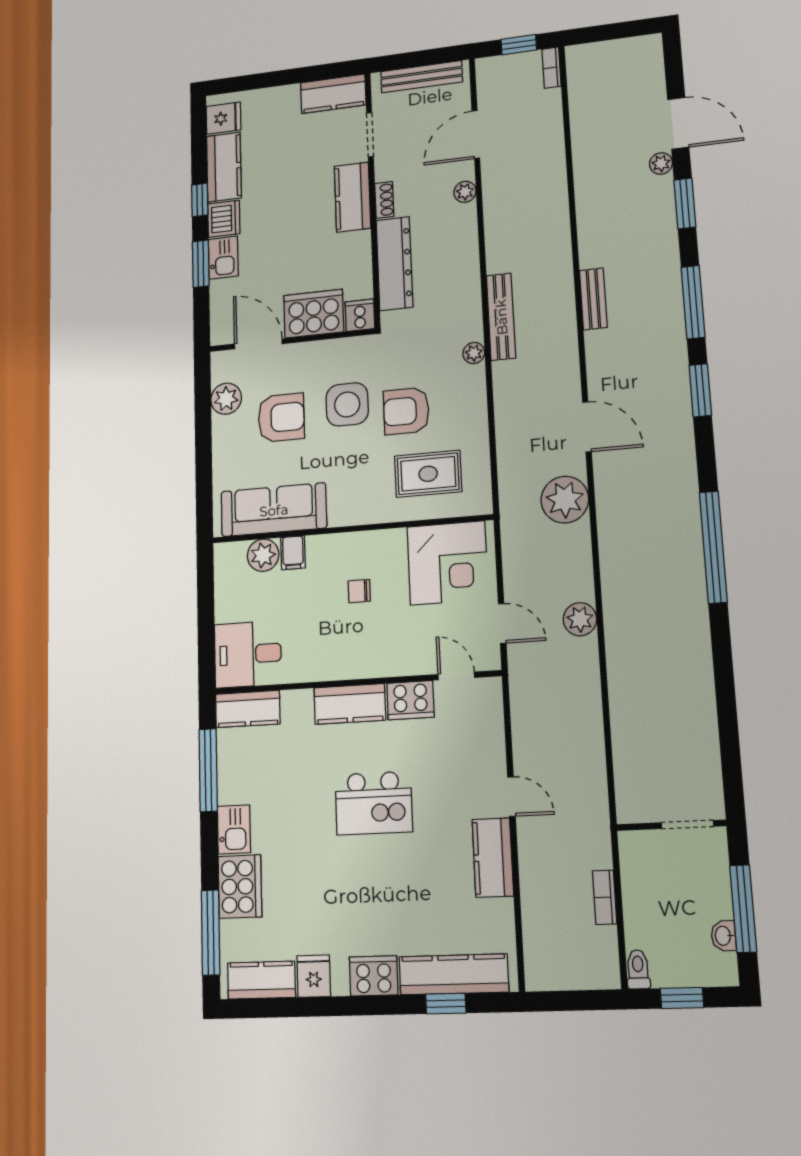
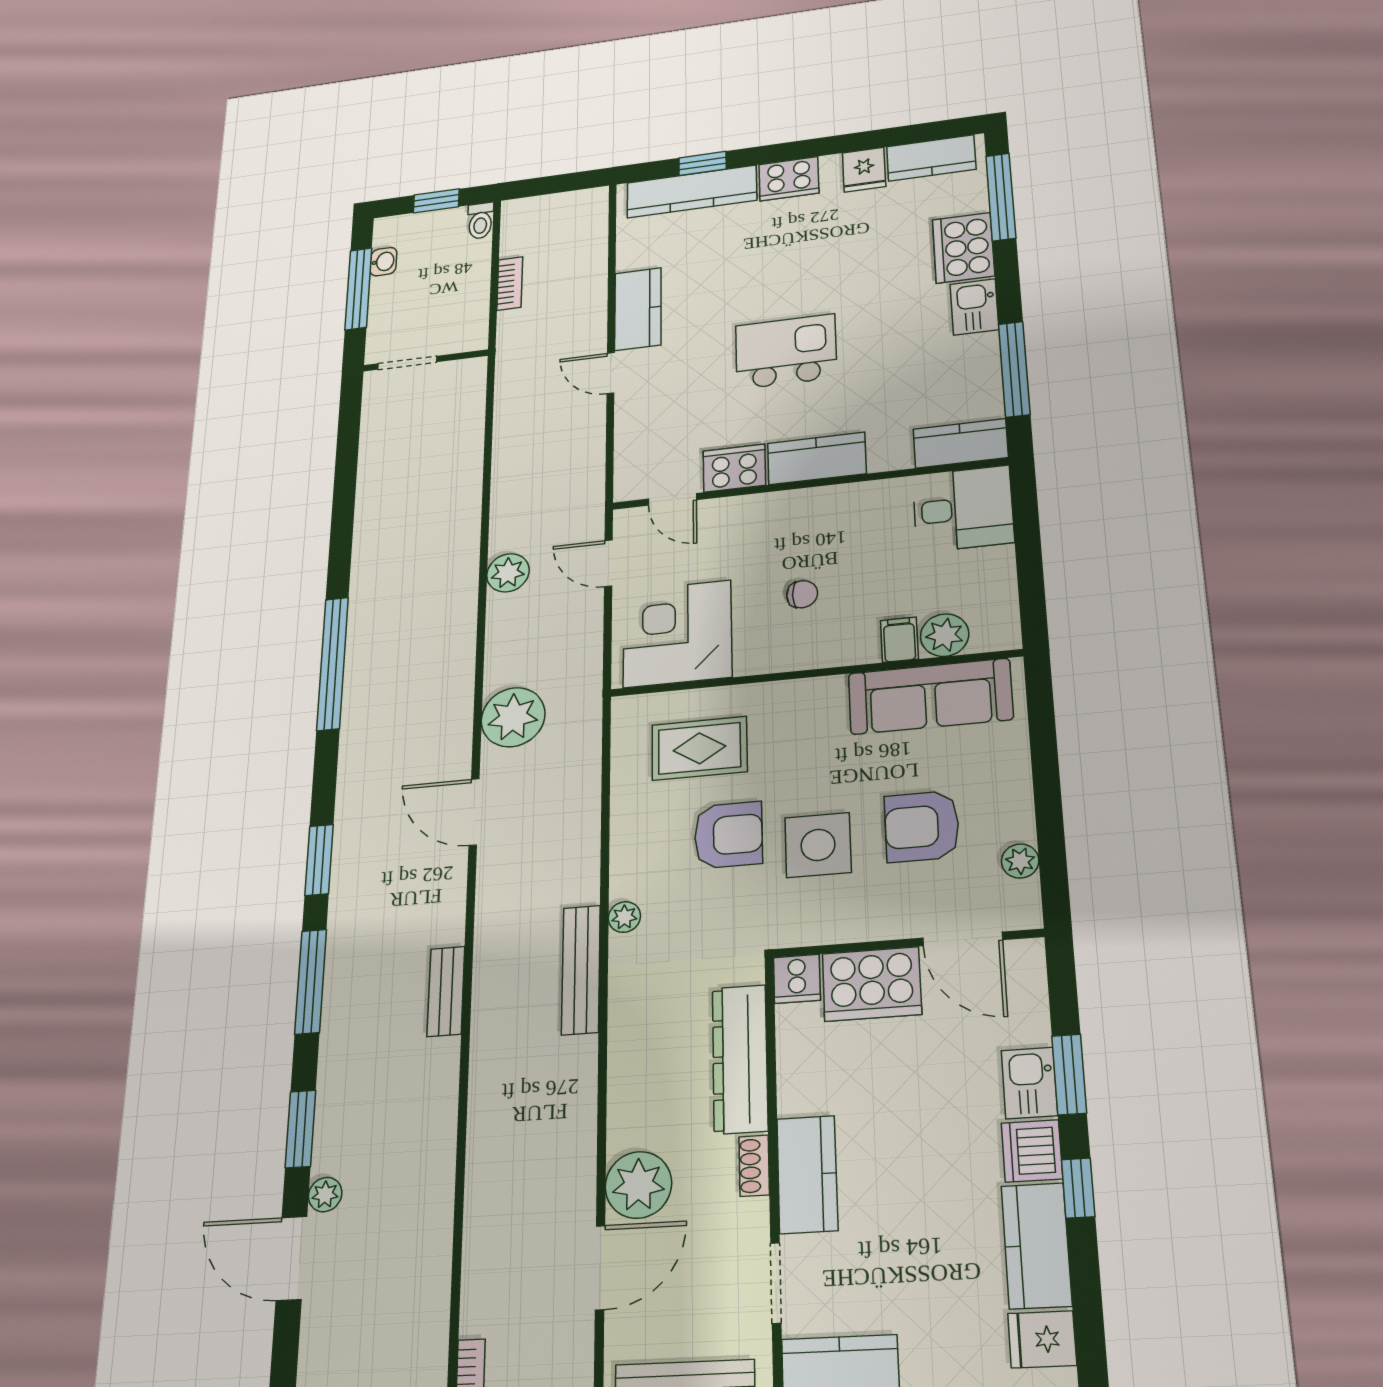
plant: (465, 192) -> (638, 1185), width x1.88, depth x1.88
plant: (226, 399) -> (1020, 861), width x0.73, depth x0.73

